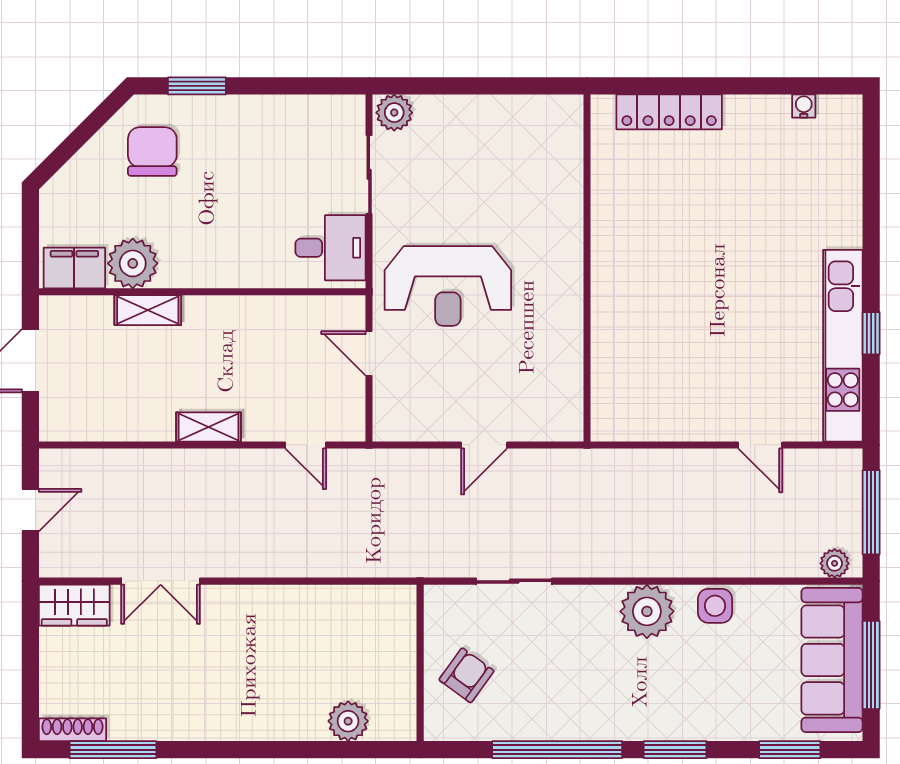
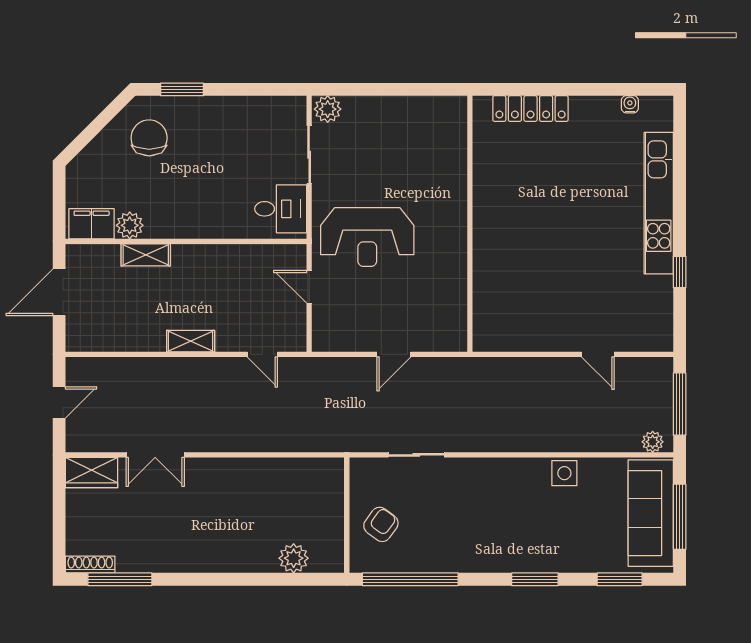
plant: (133, 263) -> (130, 225), width x0.73, depth x0.73
kitchen unit: (843, 346) -> (659, 203), moved
plant: (647, 611) -> (514, 477), removed
window: (557, 750) -> (410, 579), moved

